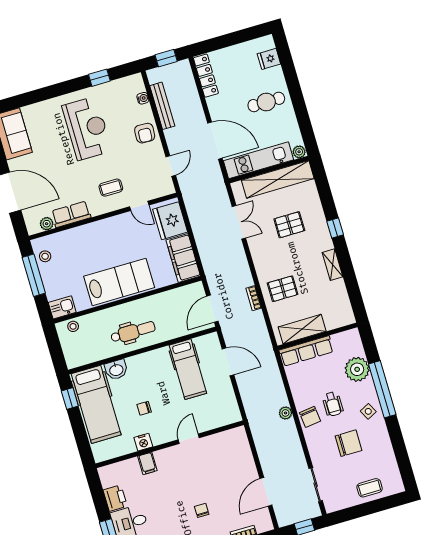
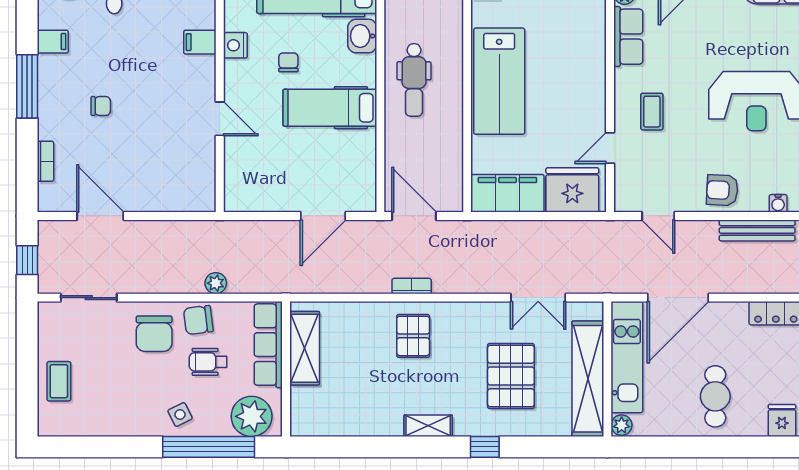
pallet: (289, 225) -> (511, 376), width x1.50, depth x1.42
shelving: (302, 329) -> (305, 348), moved
wall: (318, 336) -> (286, 369), moved
row of seats: (306, 351) -> (268, 345), moved
hospital bed: (188, 369) -> (330, 108), moved
chair: (348, 443) -> (154, 334), moved

